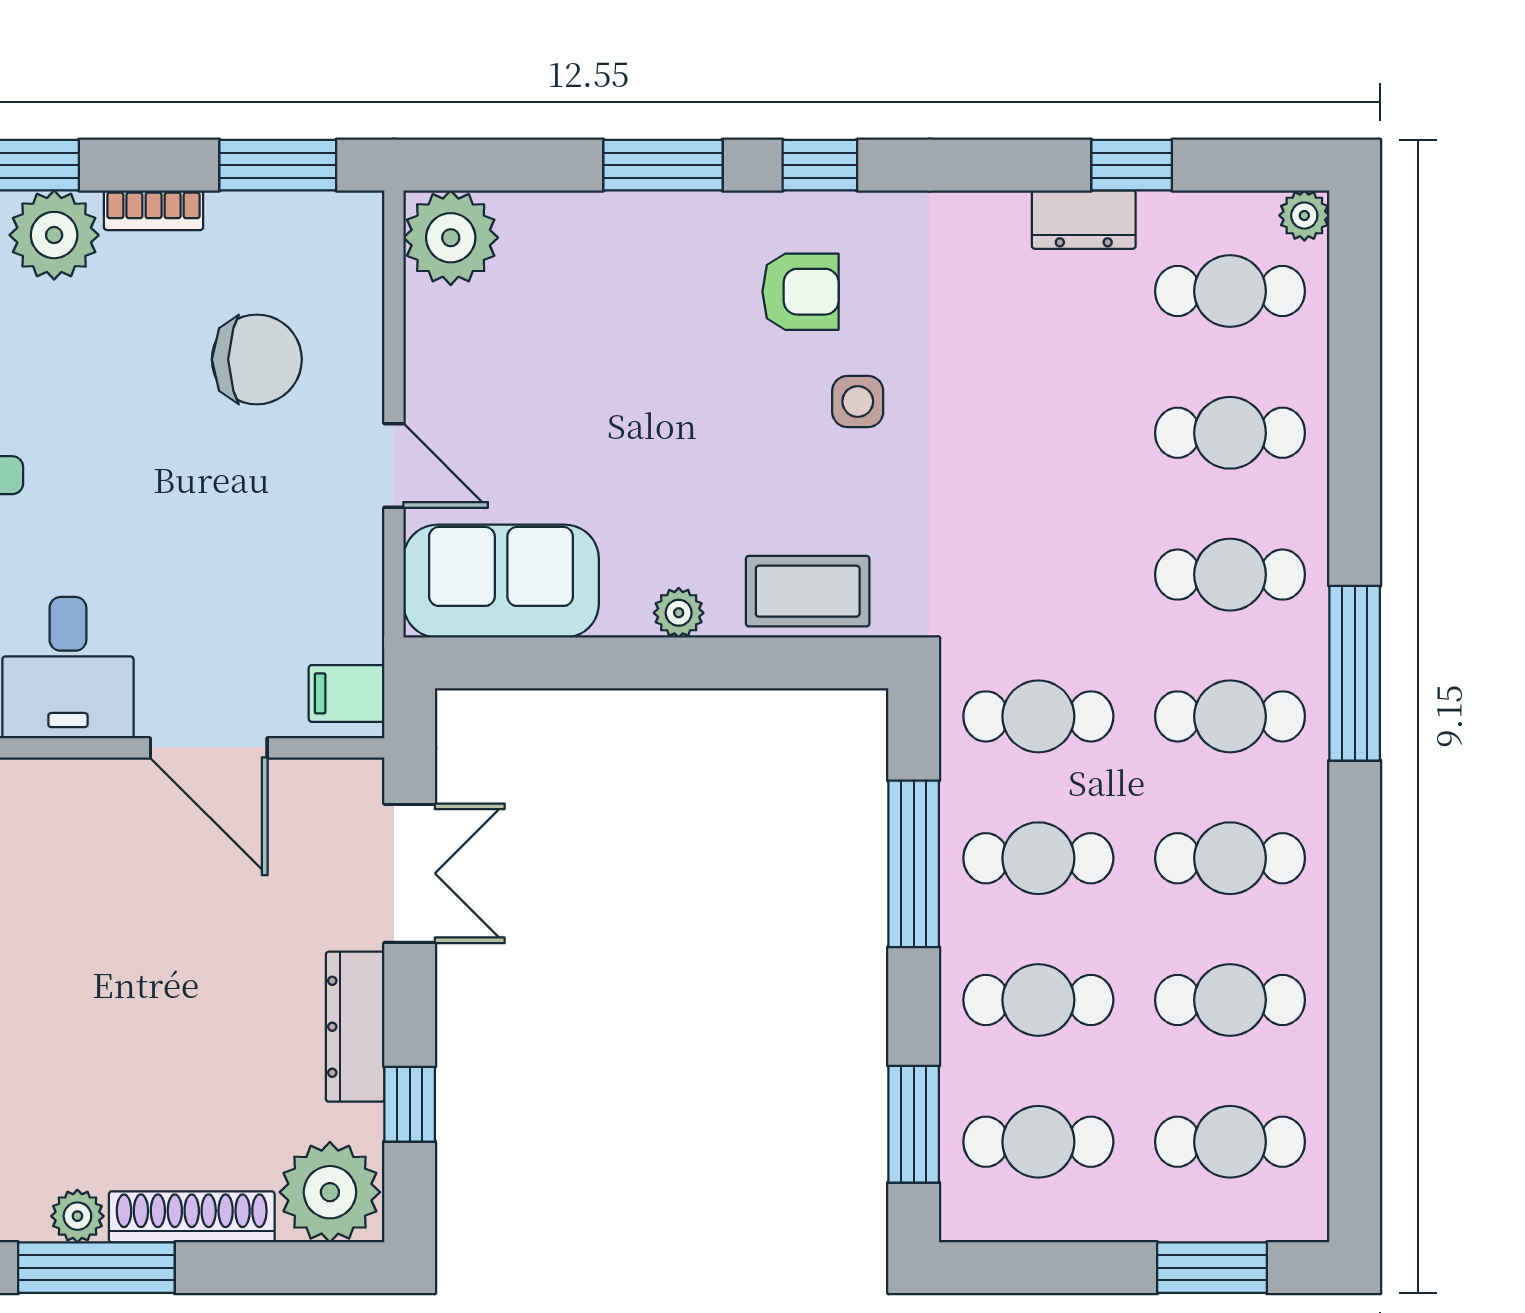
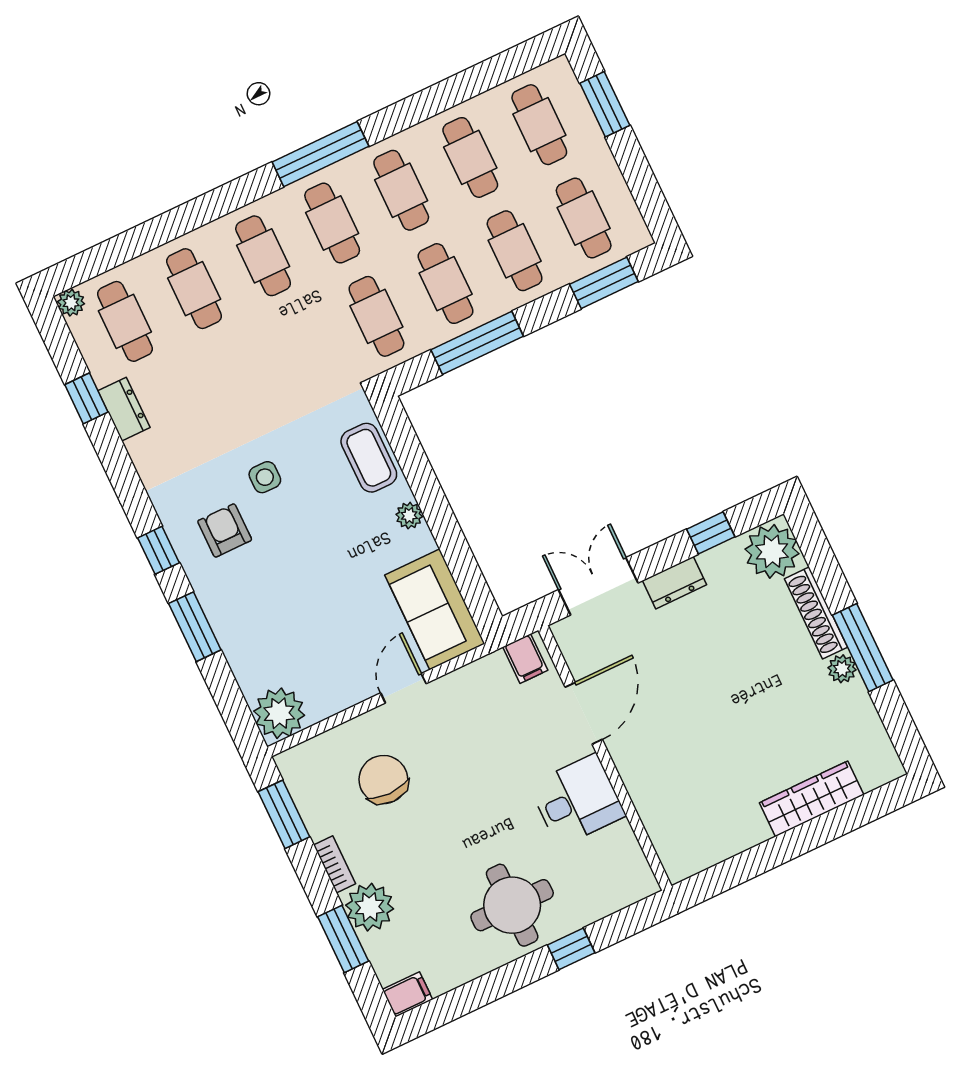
window: (1355, 673) -> (320, 154), moved
dresser: (355, 1027) -> (674, 583), width x0.70

